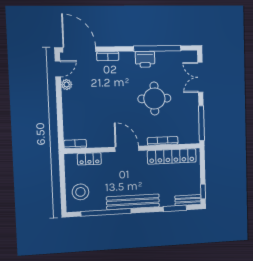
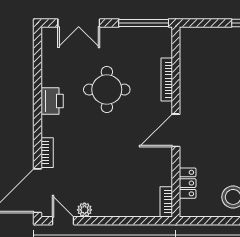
window: (157, 48) -> (37, 83), removed
locker: (172, 156) -> (189, 67), removed

